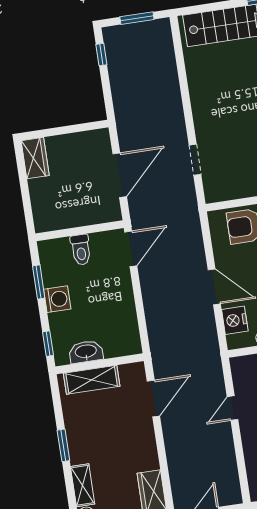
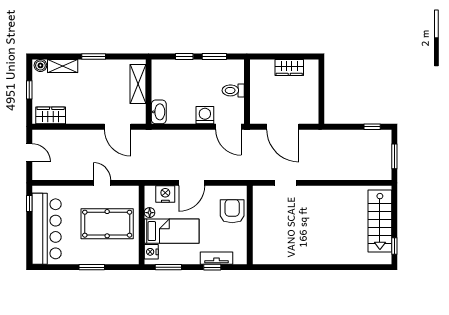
wardrobe: (35, 158) -> (289, 68), moved
washing machine: (57, 299) -> (205, 115), moved, turned 180
window: (48, 344) -> (184, 56), moved
washbasin: (86, 352) -> (159, 112), moved

